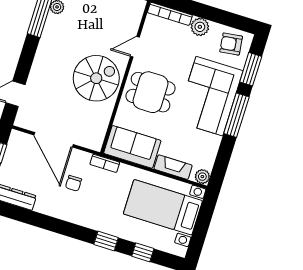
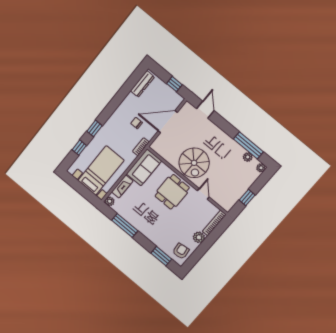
corner sofa: (209, 96) -> (155, 225), removed
window: (236, 115) -> (125, 226), moved

